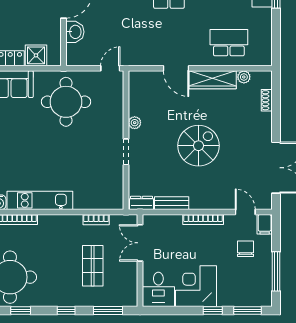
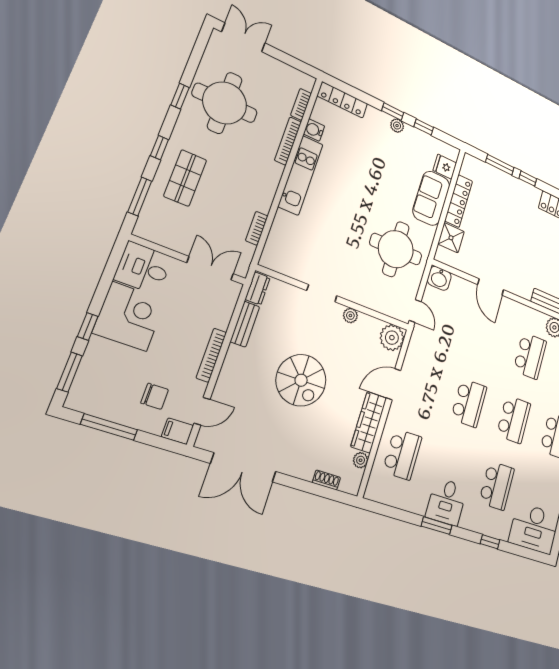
washbasin: (75, 32) -> (439, 278), moved
plant: (139, 82) -> (392, 338), added
shop shelf: (93, 266) -> (185, 178), moved, turned 90

